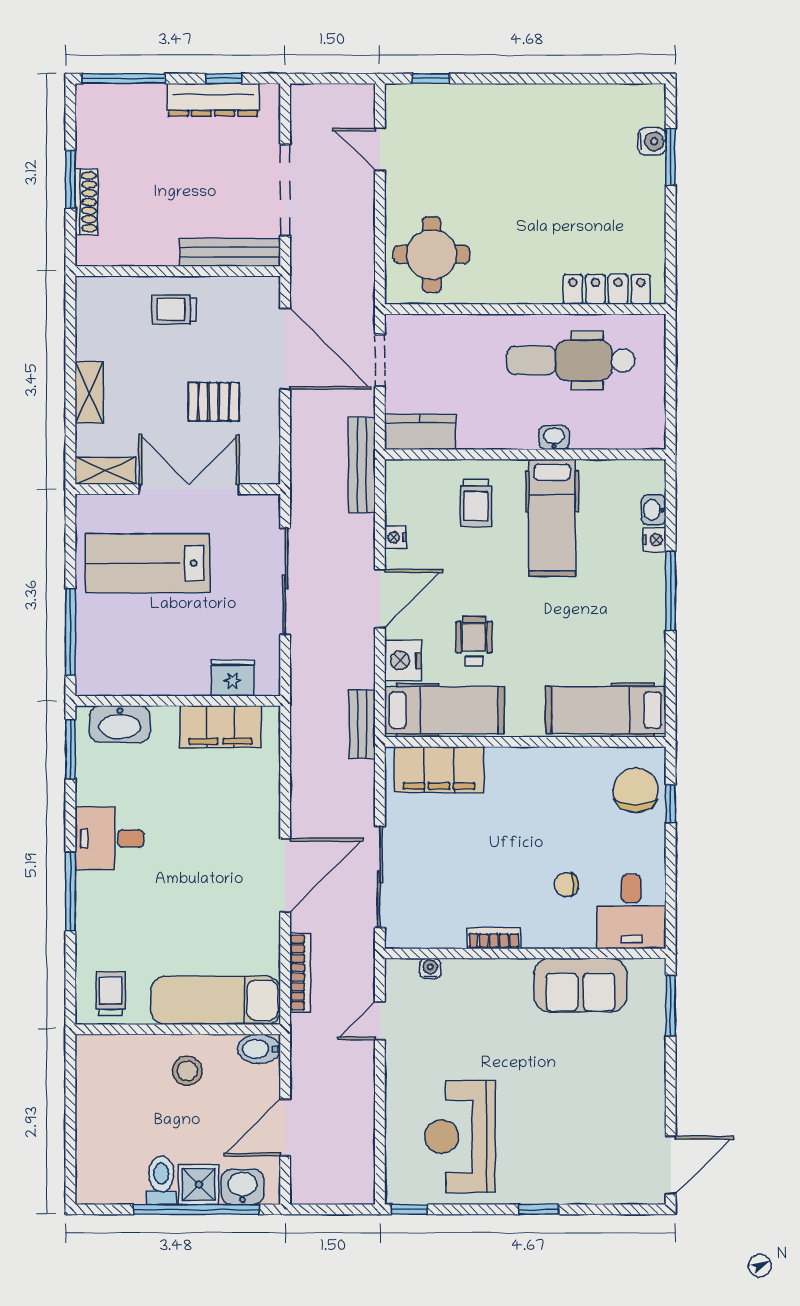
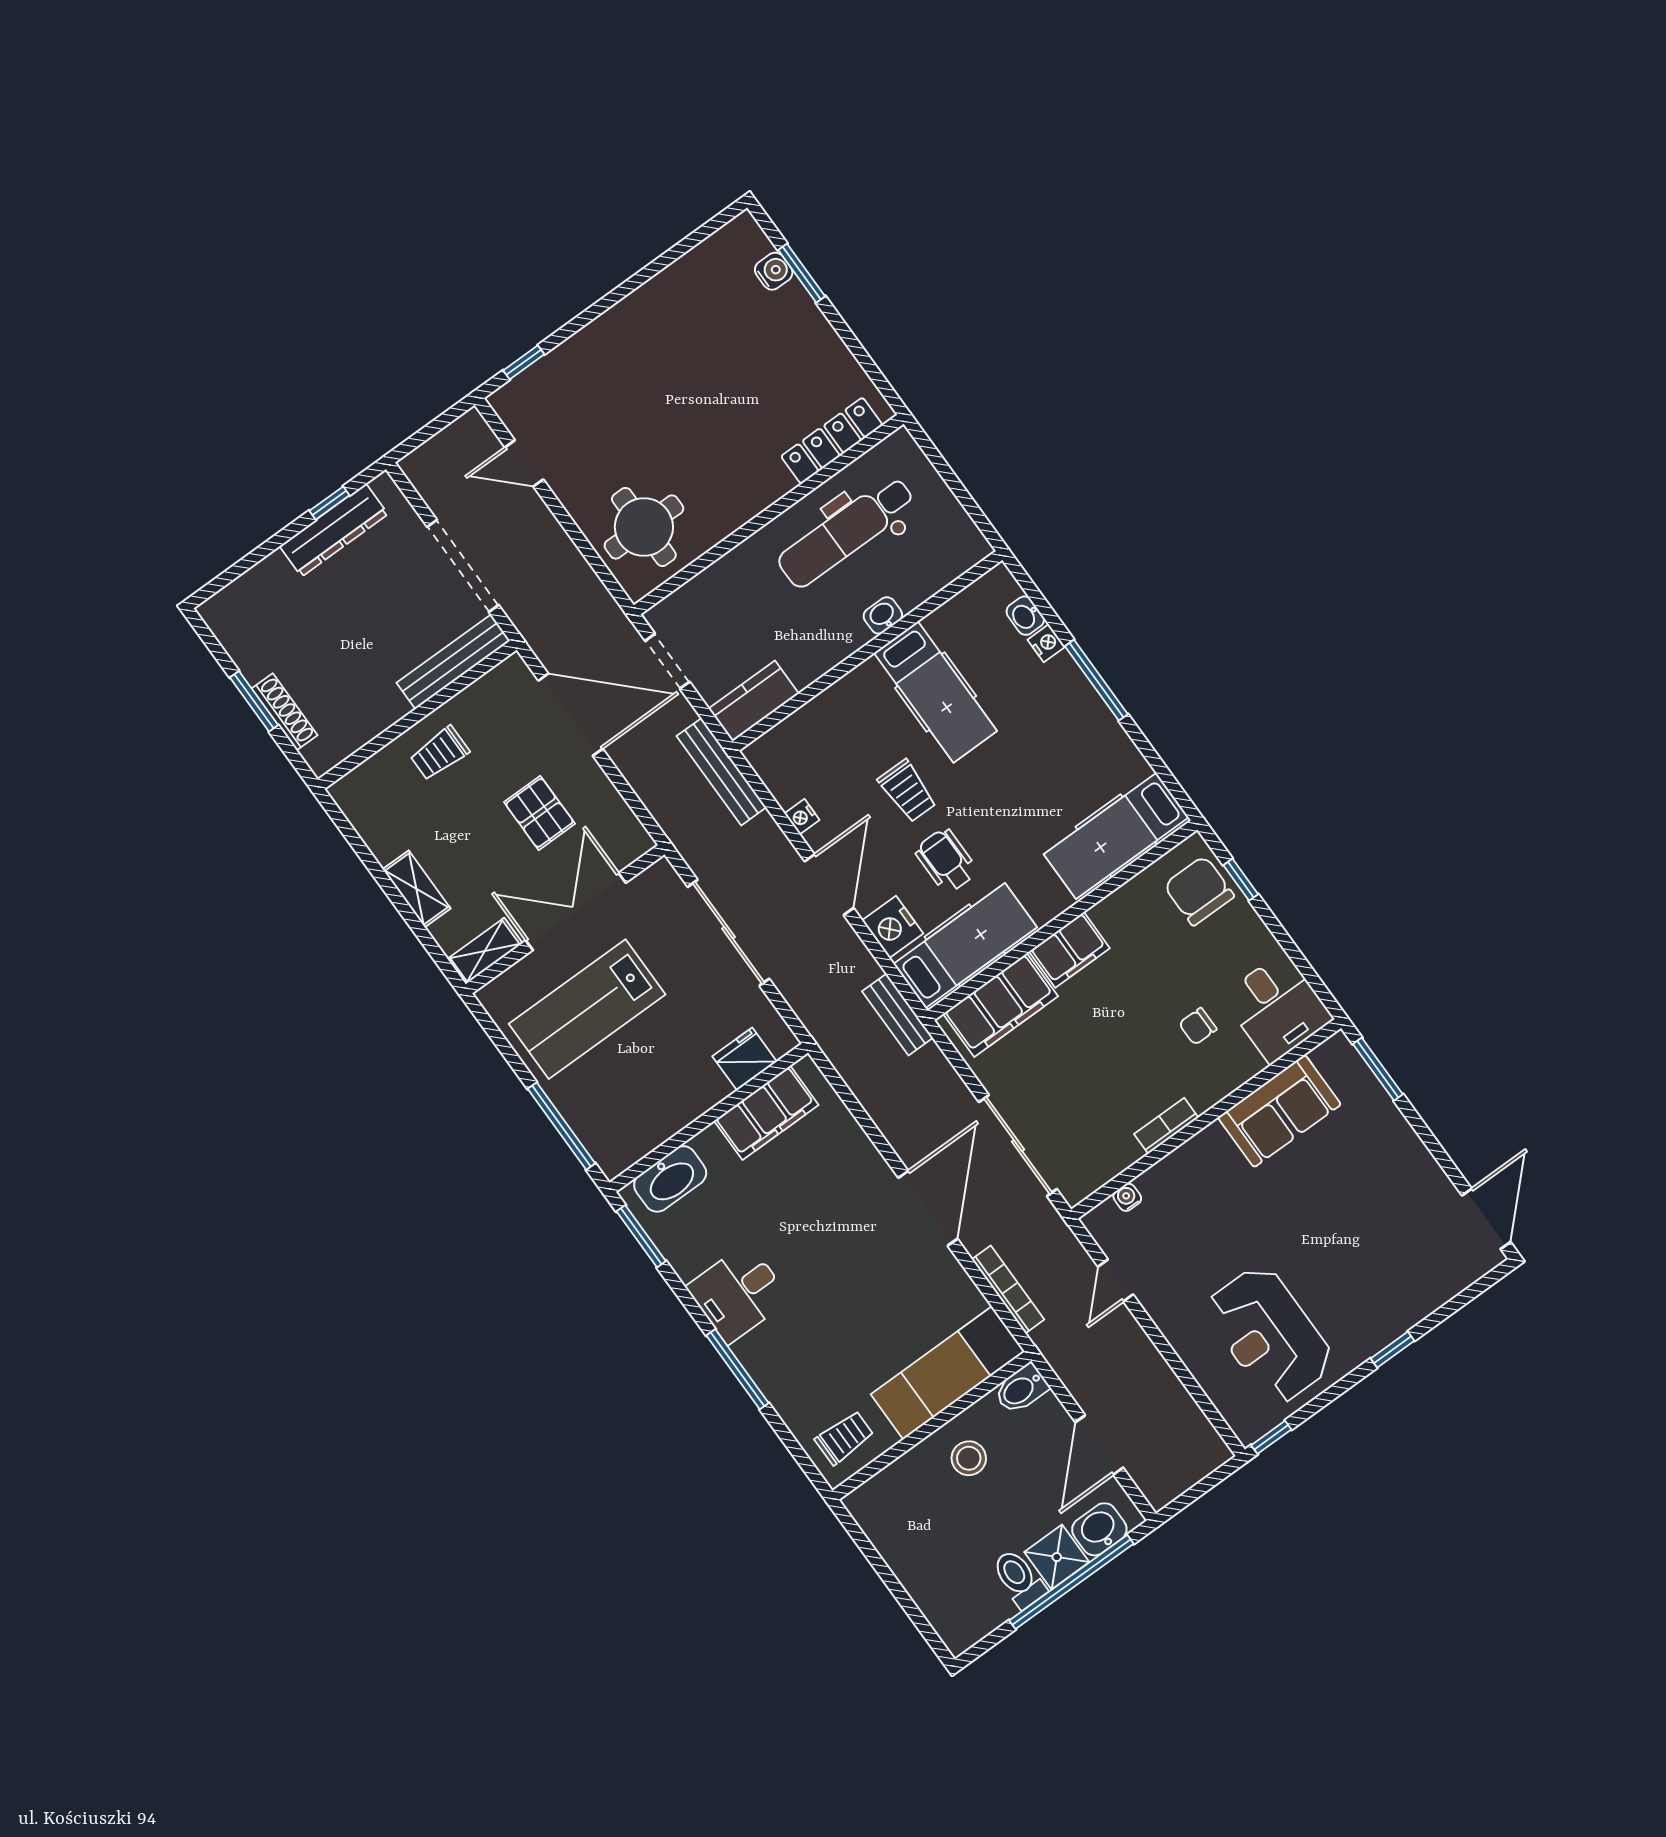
window: (124, 79) -> (236, 571), removed
pallet: (214, 402) -> (539, 813), turned 90
trolley: (476, 503) -> (907, 791), moved
filing cabinet: (515, 766) -> (1069, 950), added
trolley: (111, 993) -> (844, 1438), turned 90

